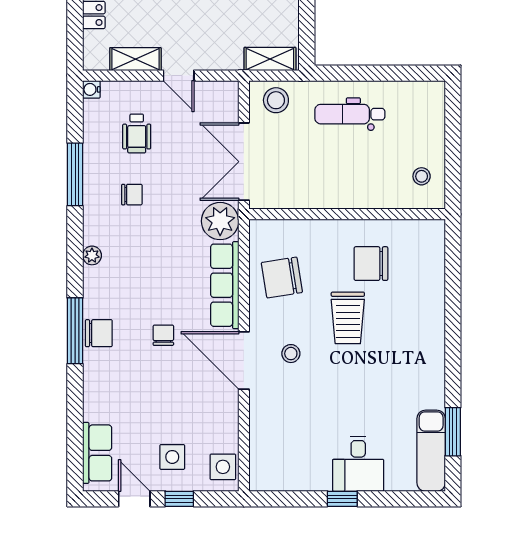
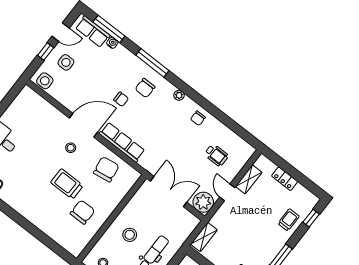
door: (179, 76) -> (227, 192), hinge flipped
water cooler: (91, 89) -> (112, 43), moved
stool: (276, 100) -> (130, 235), moved
wheelchair: (137, 133) -> (216, 155), turned 180
window: (75, 174) -> (109, 29), moved
chair: (132, 195) -> (198, 118), moved
plant: (220, 221) -> (203, 202), moved
chair: (99, 333) -> (145, 88), moved

